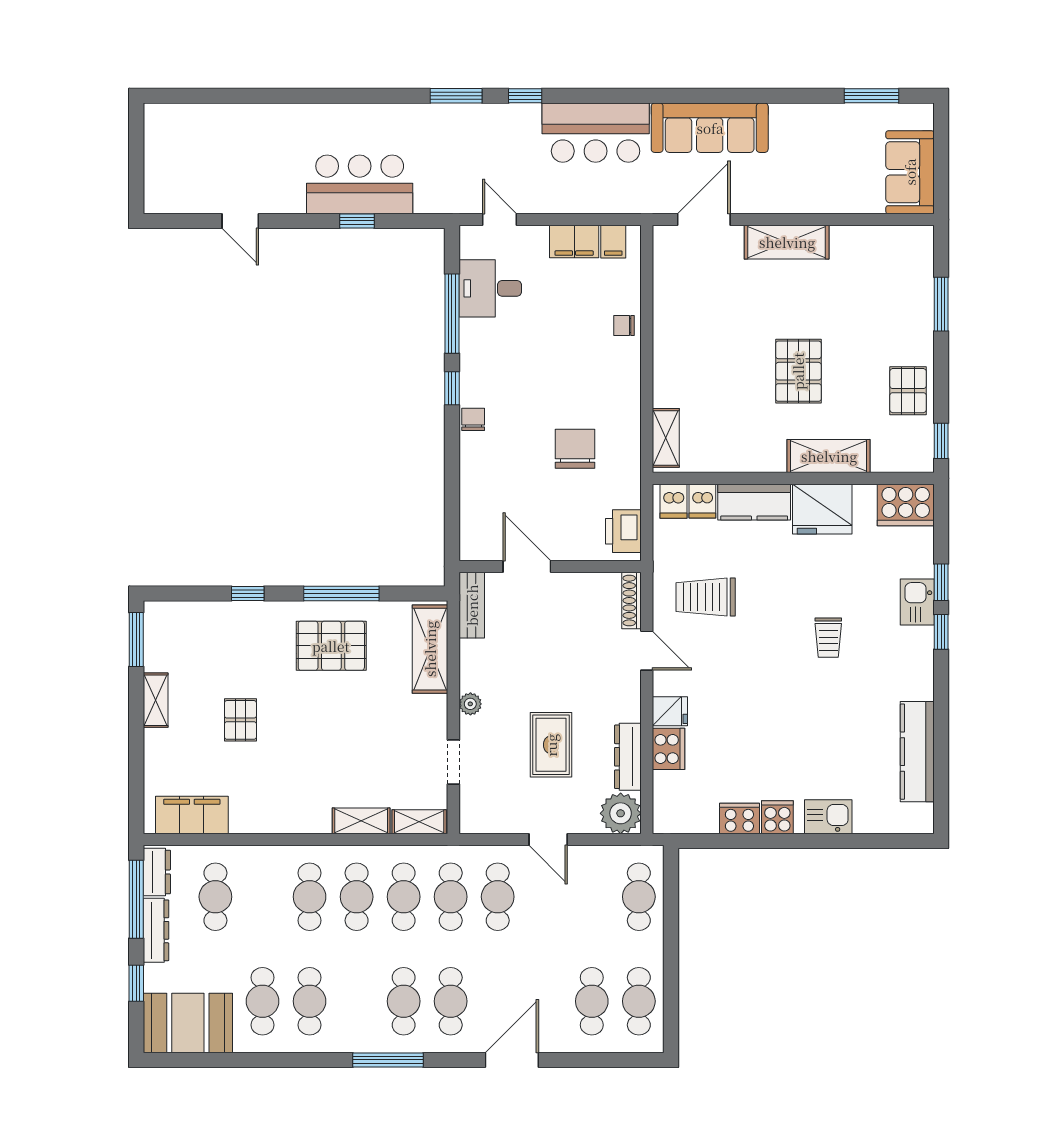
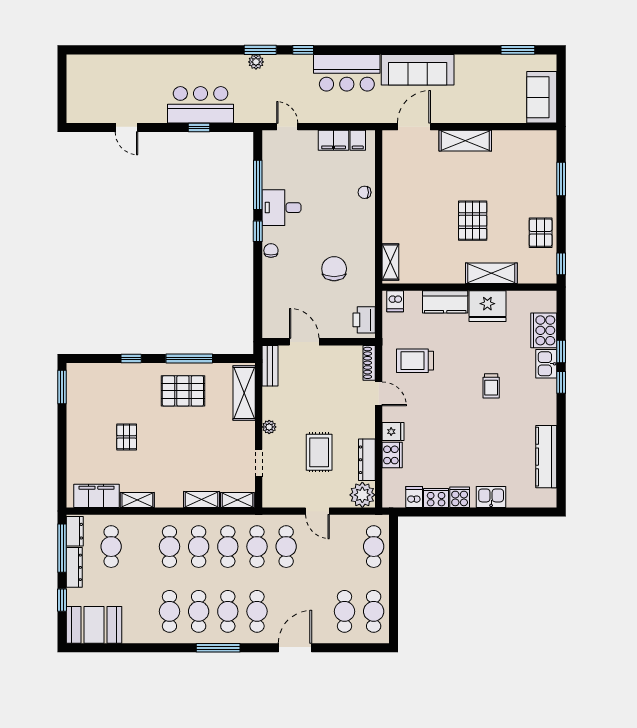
plant: (449, 115) -> (256, 62), added
desk: (490, 288) -> (281, 208), moved
dishwasher: (702, 501) -> (414, 497), moved, turned 180
cooker: (906, 505) -> (544, 330), moved, turned 90
shelving: (156, 700) -> (137, 500), moved, turned 90
cafe table: (262, 1001) -> (199, 611), moved

